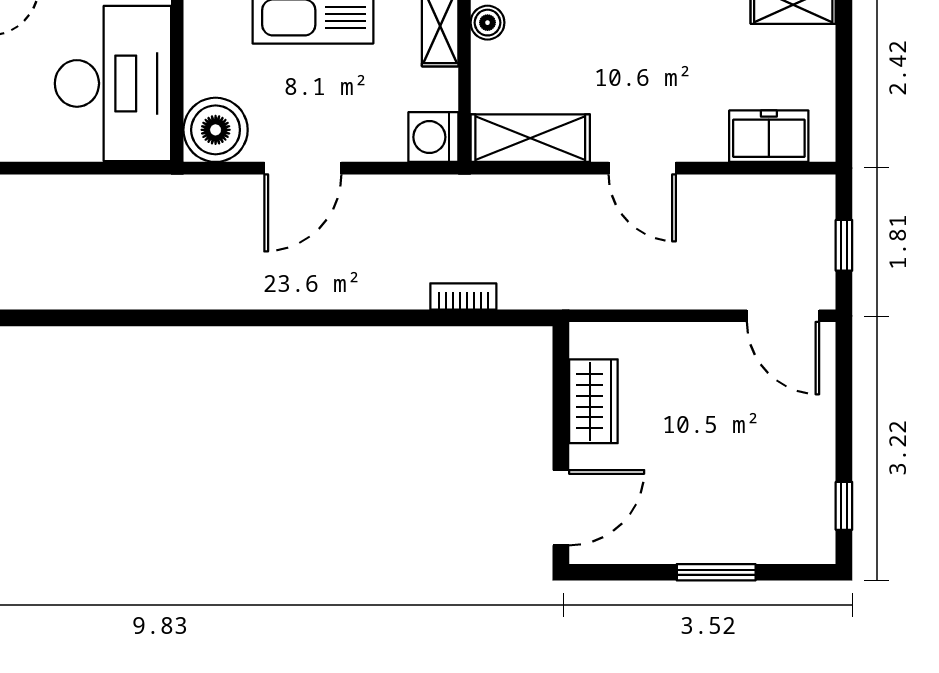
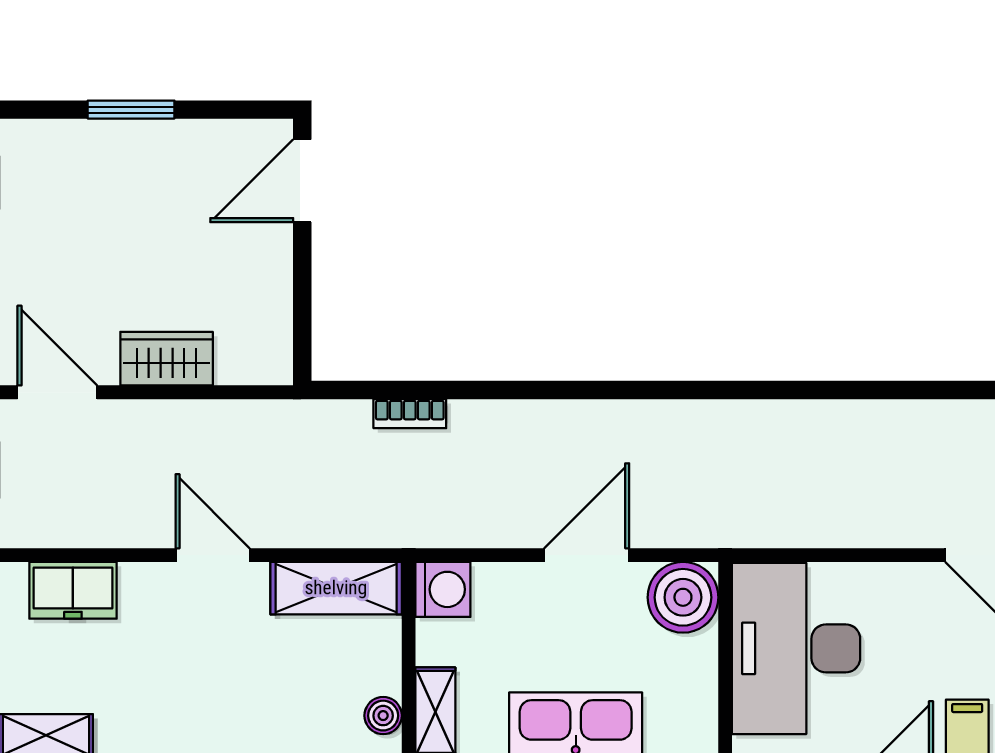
wardrobe: (593, 401) -> (167, 359), moved, turned 90

